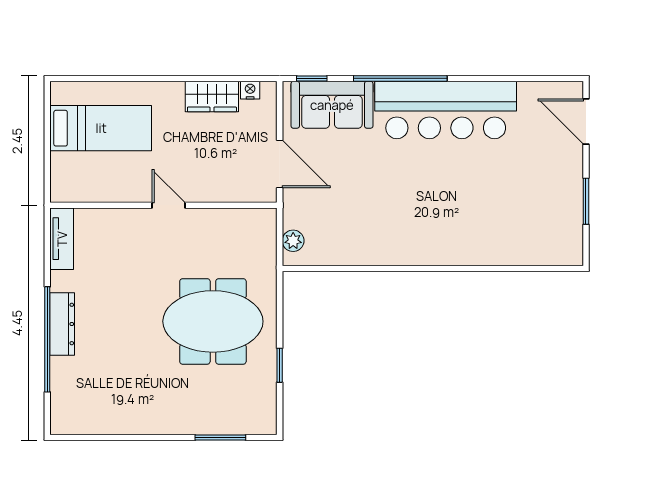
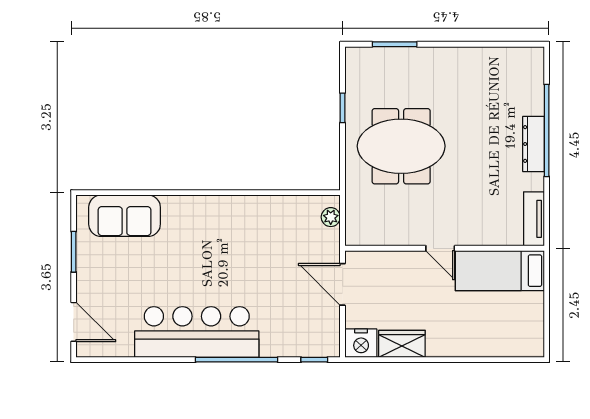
nightstand: (250, 90) -> (361, 343), width x1.89, depth x1.79
sofa: (332, 105) -> (125, 216), moved, turned 180
bed: (101, 128) -> (500, 271), moved

